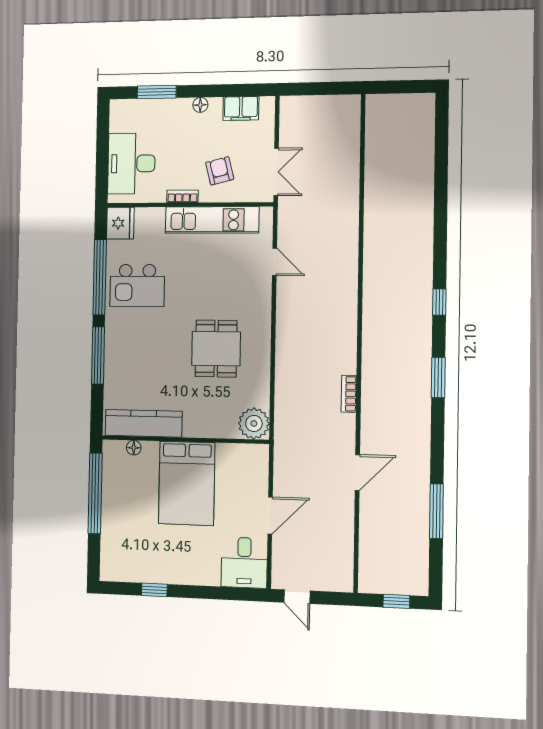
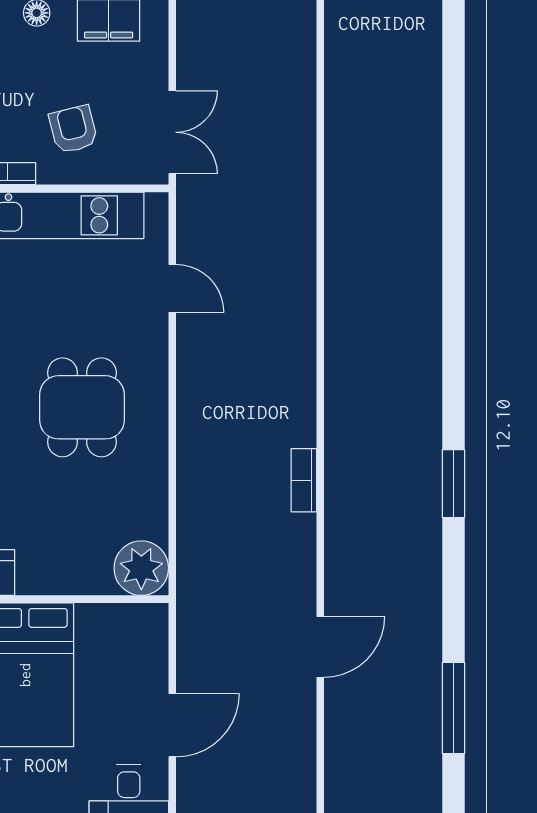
window: (439, 302) -> (453, 356), removed
dining table: (216, 349) -> (82, 407), moved
bookcase: (349, 394) -> (304, 480), moved

